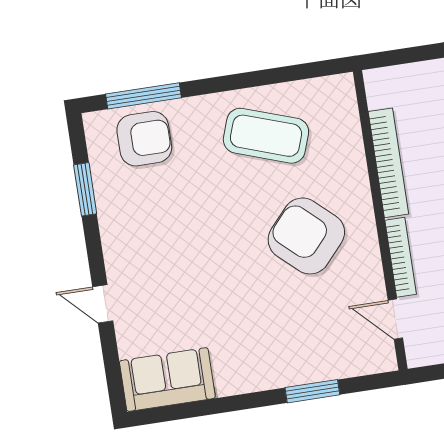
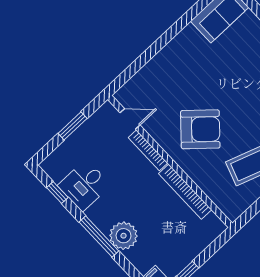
window: (312, 391) -> (146, 57), removed

